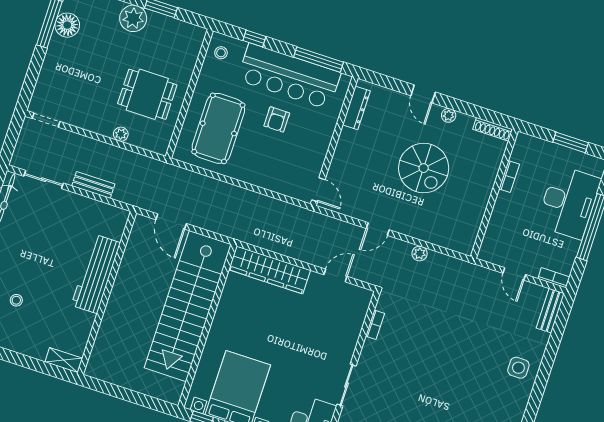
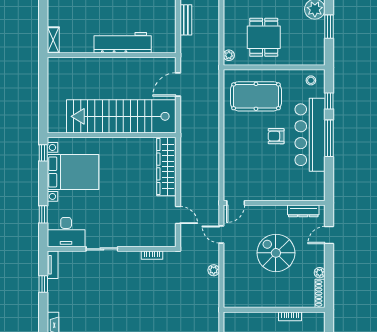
window: (318, 60) -> (329, 138), moved
dresser: (356, 108) -> (303, 211), moved
plant: (449, 115) -> (320, 273), moved
plant: (121, 134) -> (229, 55), moved
wall: (334, 141) -> (274, 203), moved
spiral stairs: (424, 168) -> (276, 253), turned 90
door: (318, 190) -> (236, 203), moved

